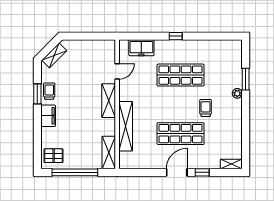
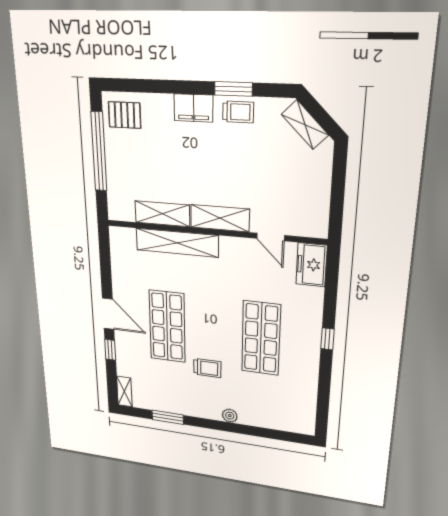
freezer: (141, 48) -> (312, 265), moved
window: (246, 79) -> (168, 417), moved
shelving: (109, 152) -> (162, 214), moved
pallet: (54, 156) -> (125, 115), turned 90

